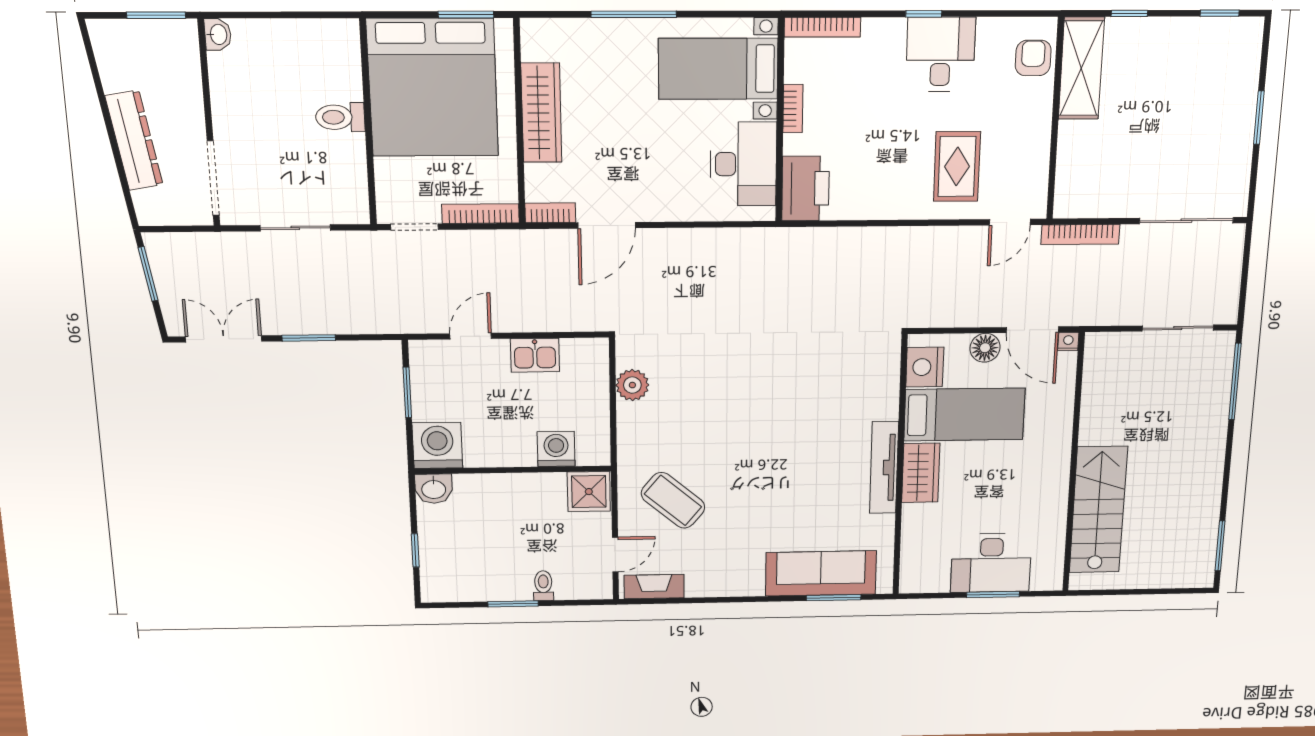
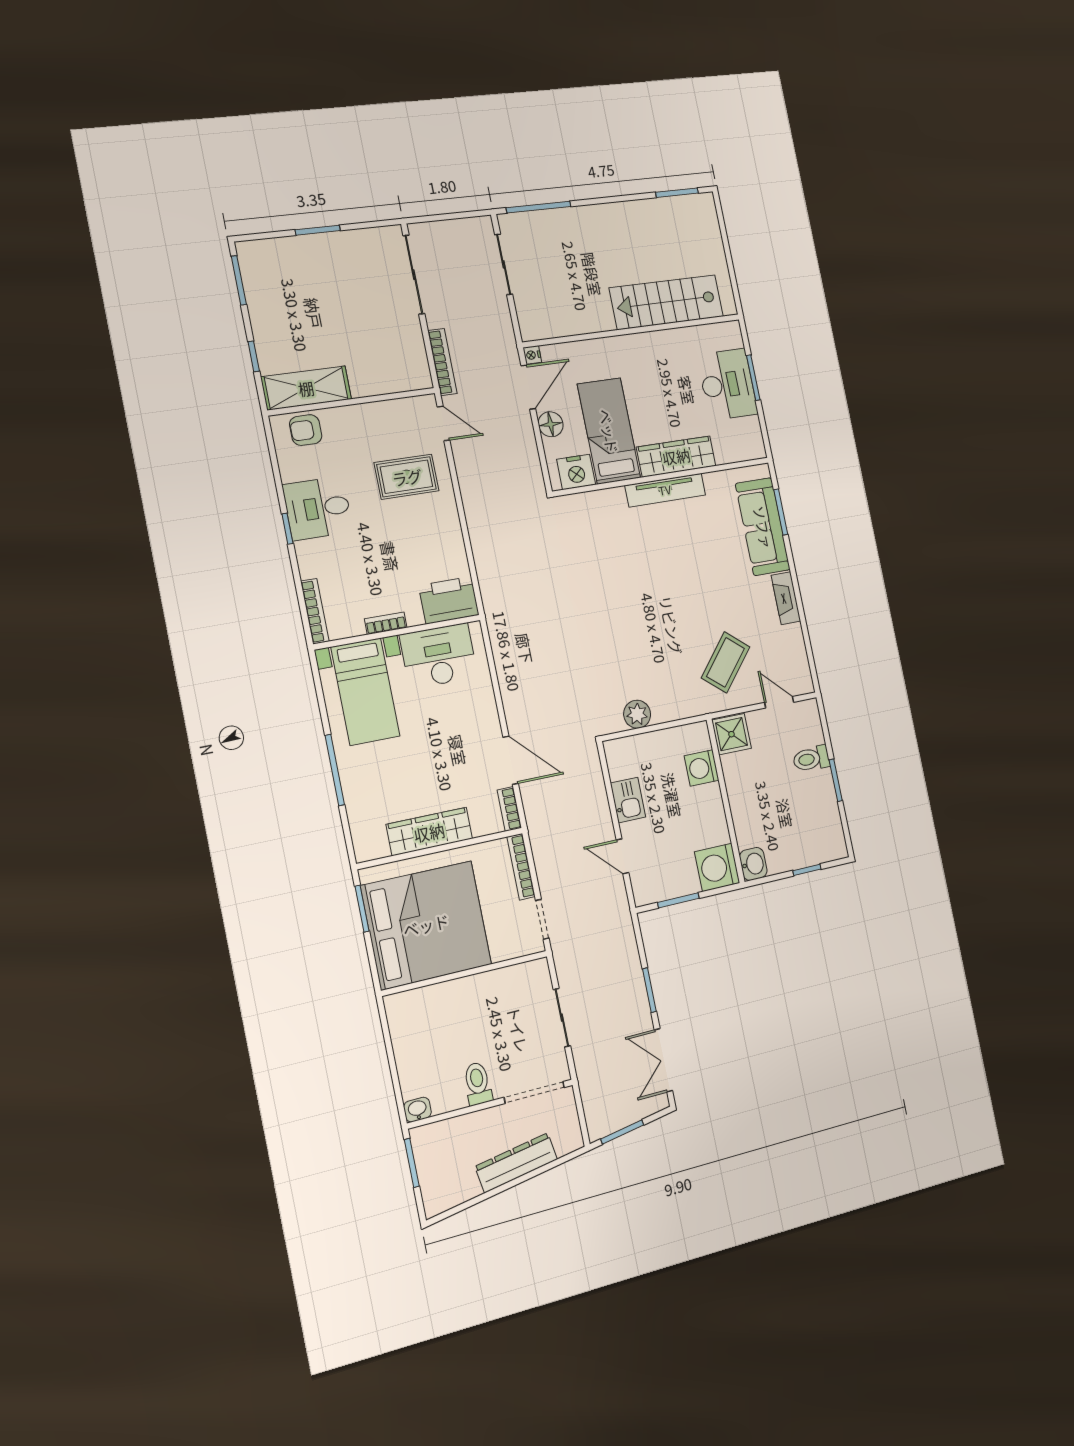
window: (1220, 13) -> (239, 280), width x1.50
toilet: (340, 117) -> (478, 1084), moved, turned 180
wardrobe: (921, 473) -> (676, 456), width x1.50
toilet: (543, 586) -> (811, 759), width x1.37, depth x1.39
fireplace: (654, 587) -> (786, 598), moved

